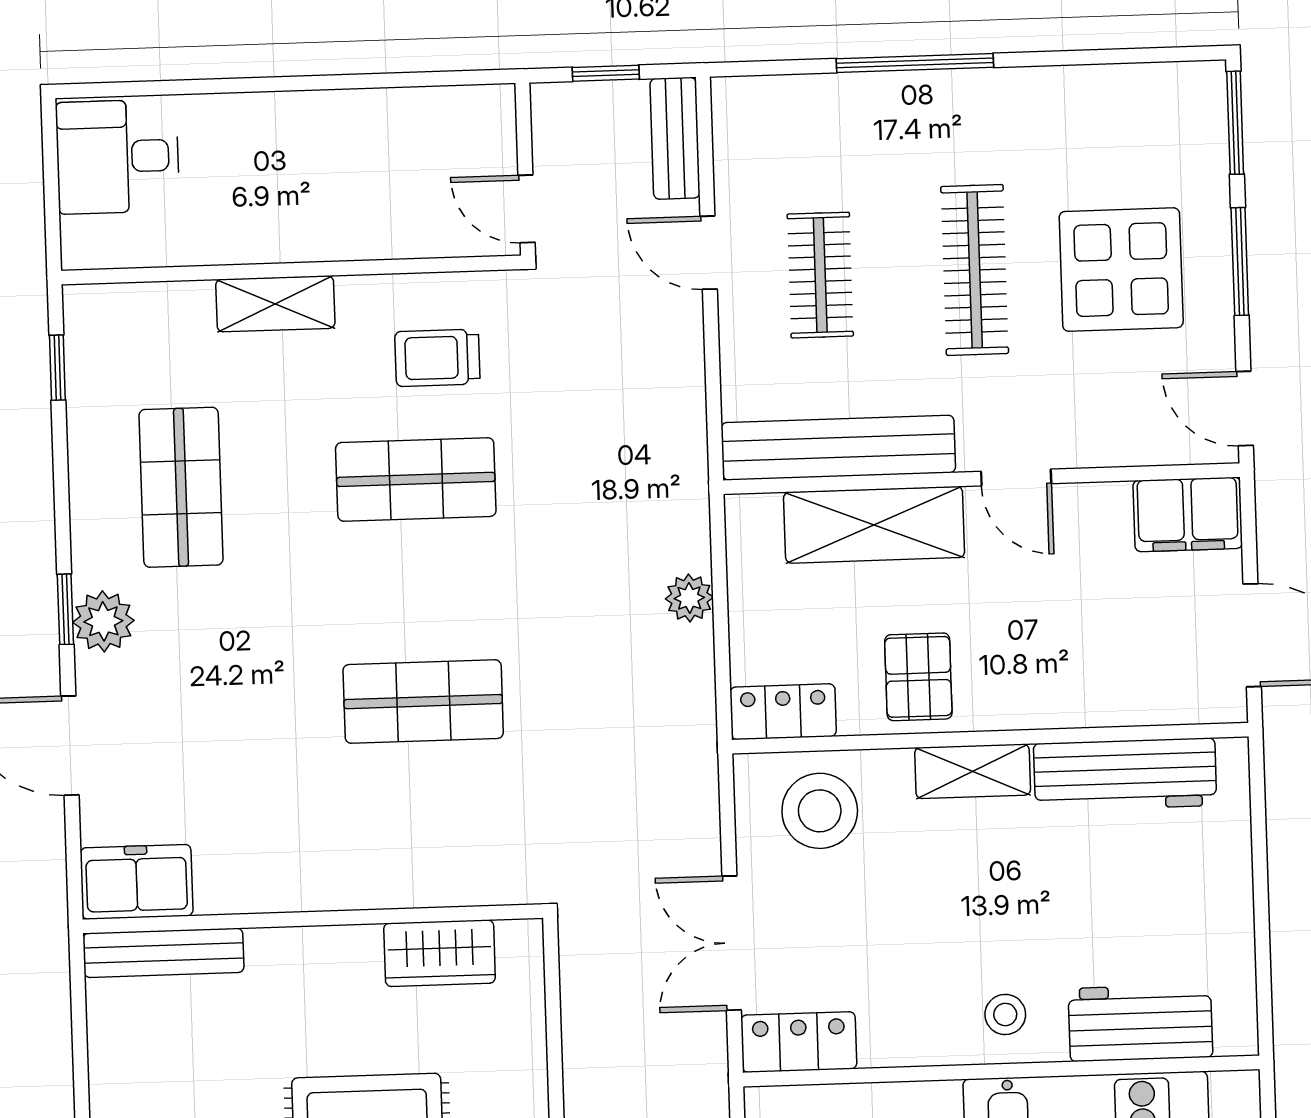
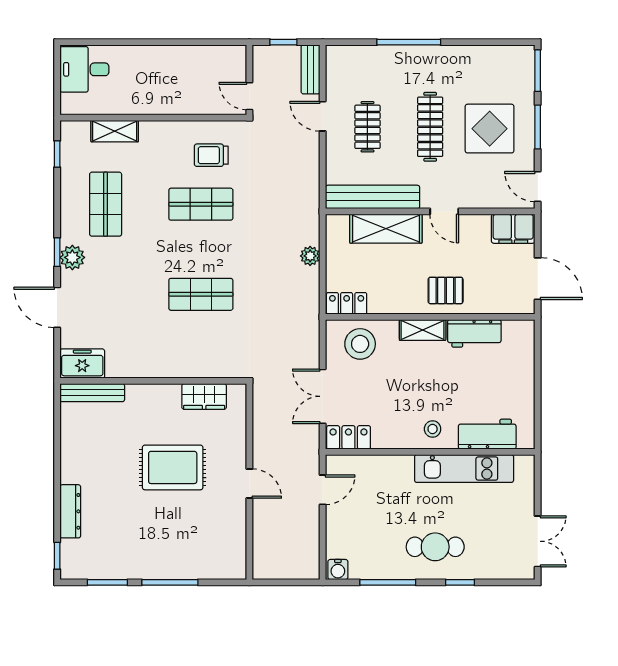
shelving: (275, 304) -> (115, 131), moved
pallet: (918, 677) -> (446, 290), moved, turned 90
workbench: (1125, 775) -> (474, 333), width x0.73

